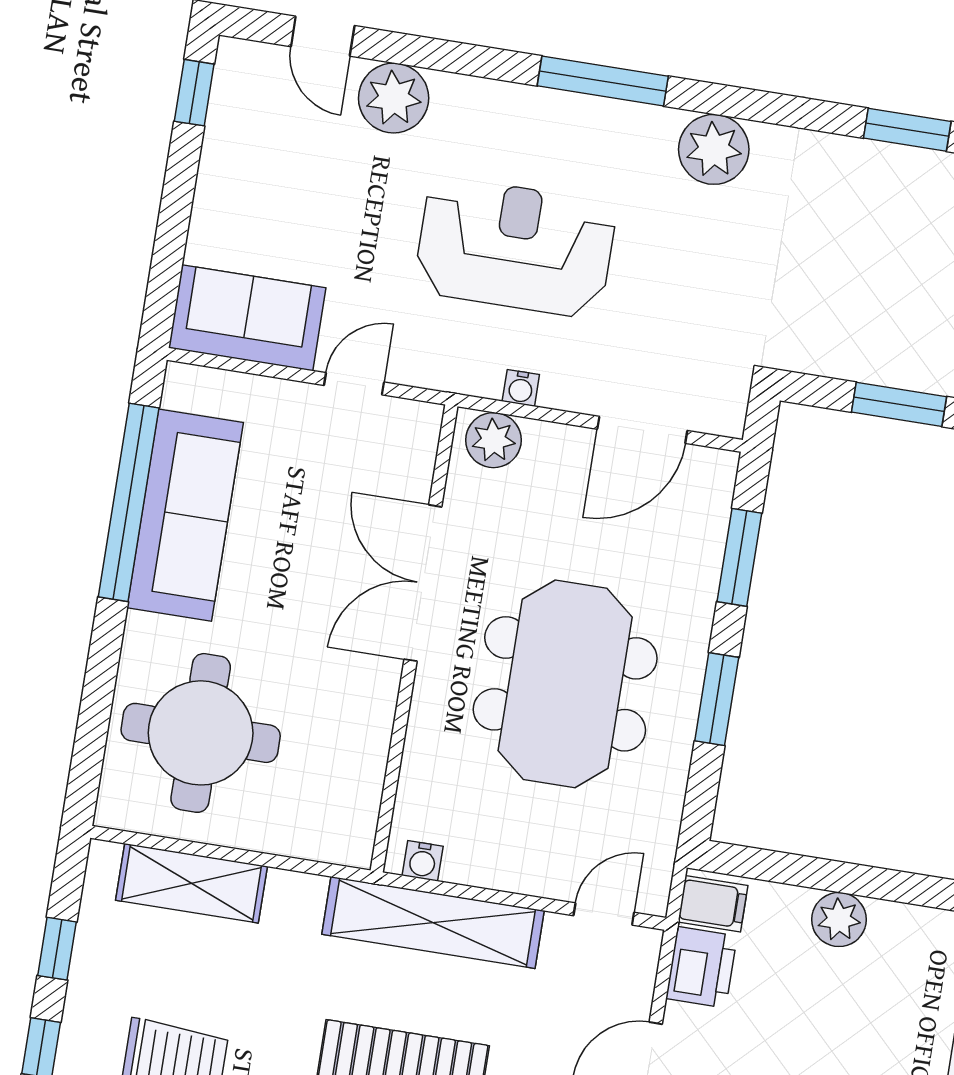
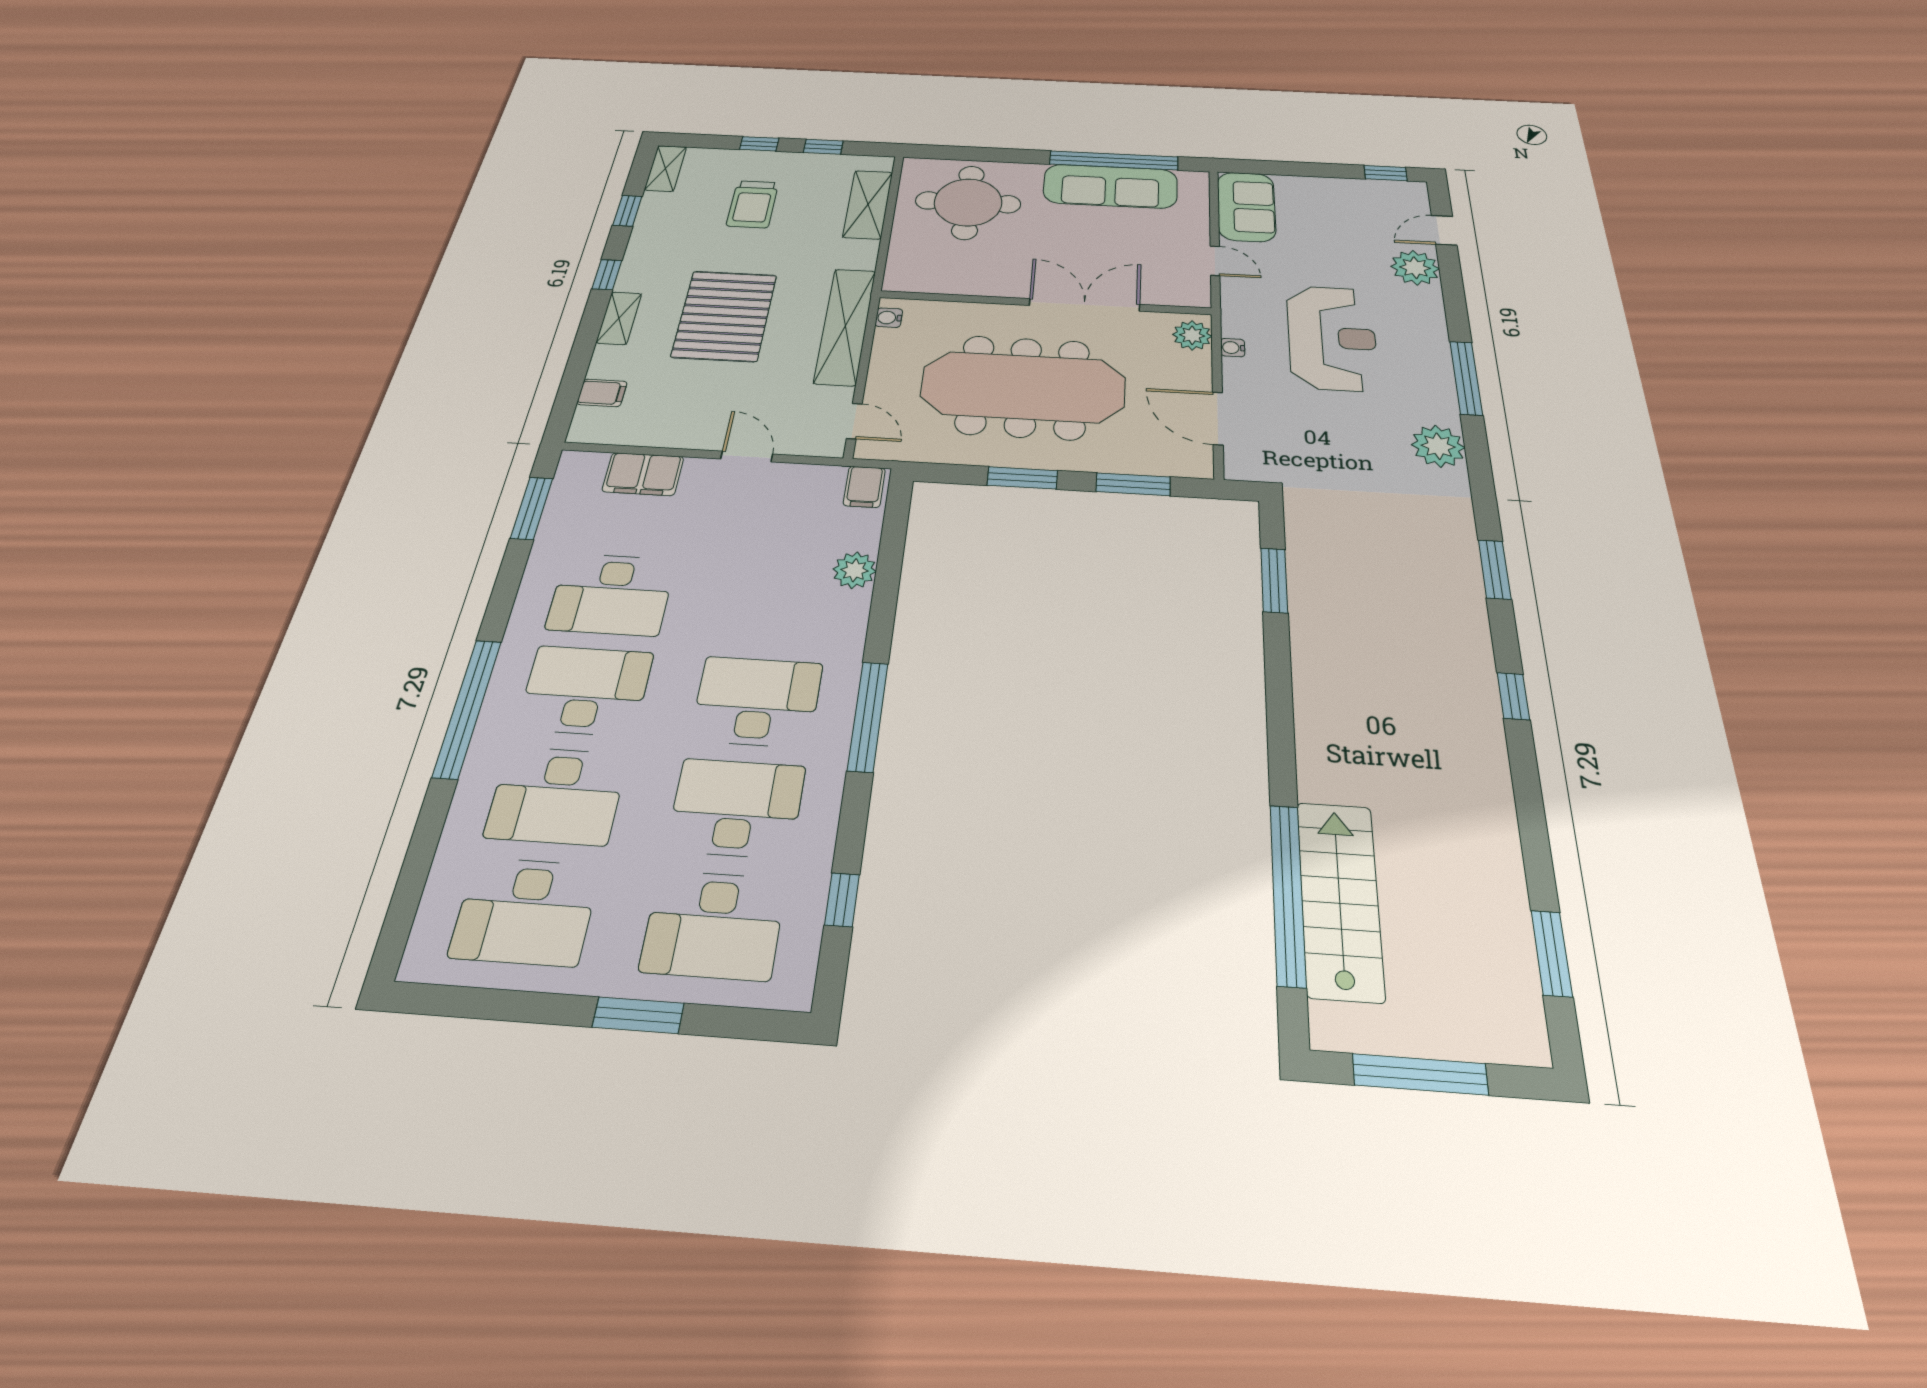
meeting table: (565, 684) -> (1023, 387), width x1.36
printer: (701, 967) -> (815, 483), removed

